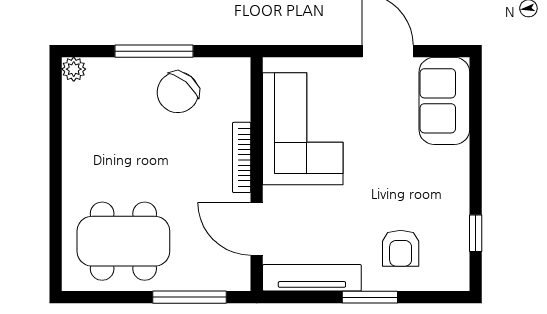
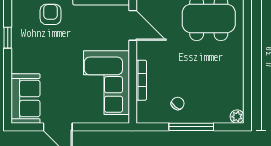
chair: (178, 92) -> (178, 103), width x0.54, depth x0.54
bookcase: (242, 157) -> (141, 80), moved
window: (476, 233) -> (8, 38), moved

